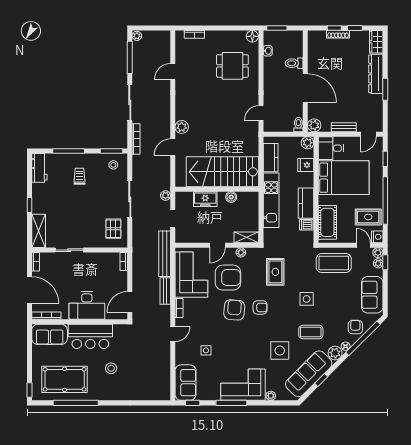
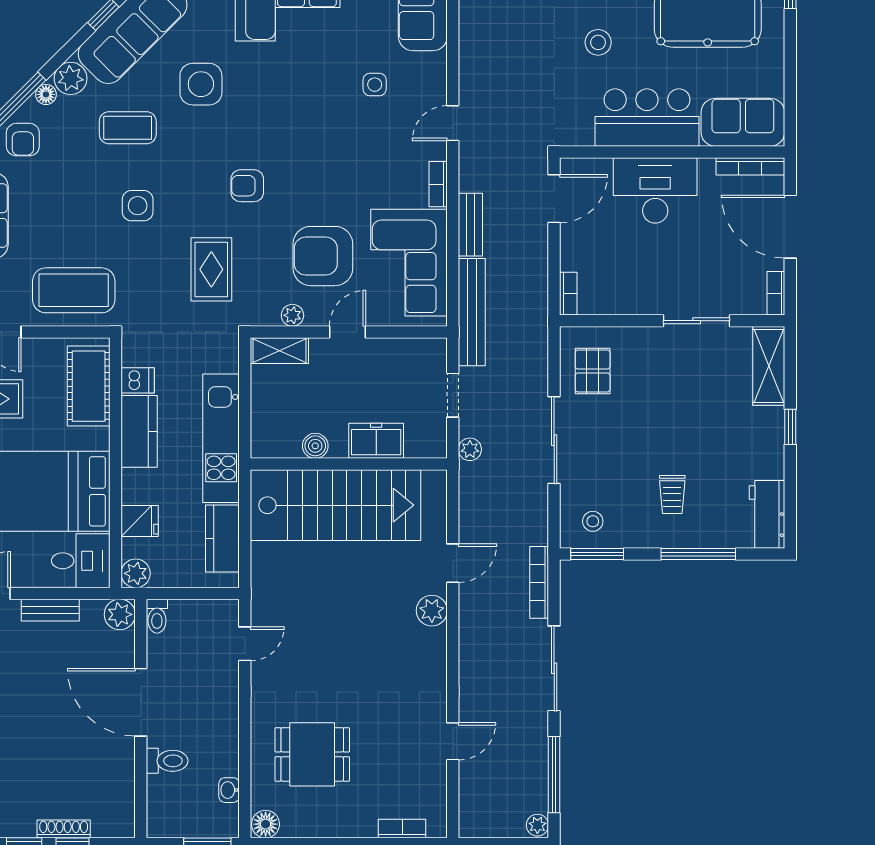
armchair: (234, 310) -> (308, 180), removed

